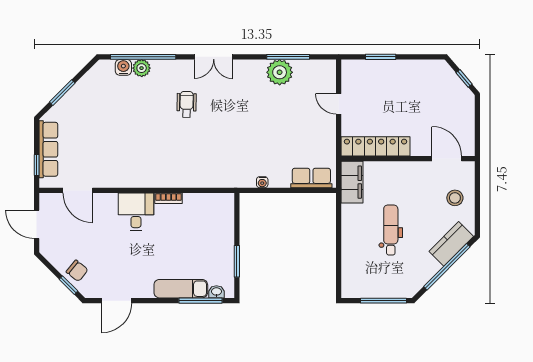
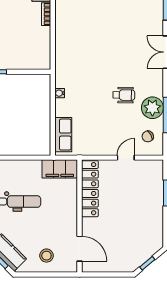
chair: (314, 78) -> (148, 136), added
wheelchair: (187, 104) -> (124, 95), moved
door: (447, 159) -> (80, 249), hinge flipped

